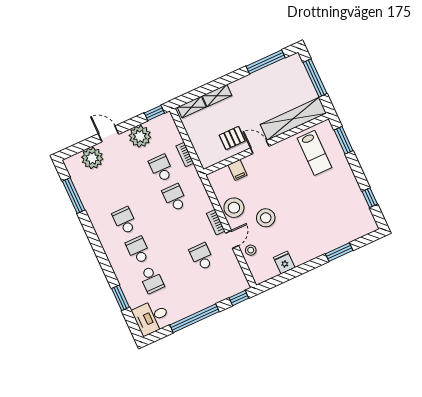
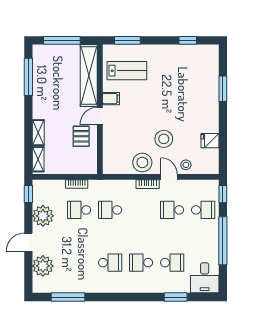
filing cabinet: (237, 170) -> (111, 99), moved
school desk: (125, 221) -> (110, 263), turned 180
school desk: (215, 286) -> (203, 210), added

